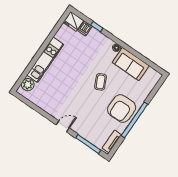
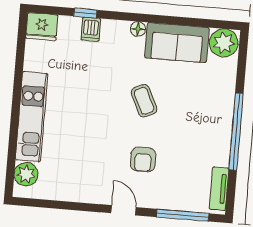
dishwasher: (85, 28) -> (91, 29), moved
plant: (152, 76) -> (224, 43), added
armchair: (122, 109) -> (143, 159), moved, width x0.53, depth x0.53
door: (63, 126) -> (123, 210), hinge flipped

